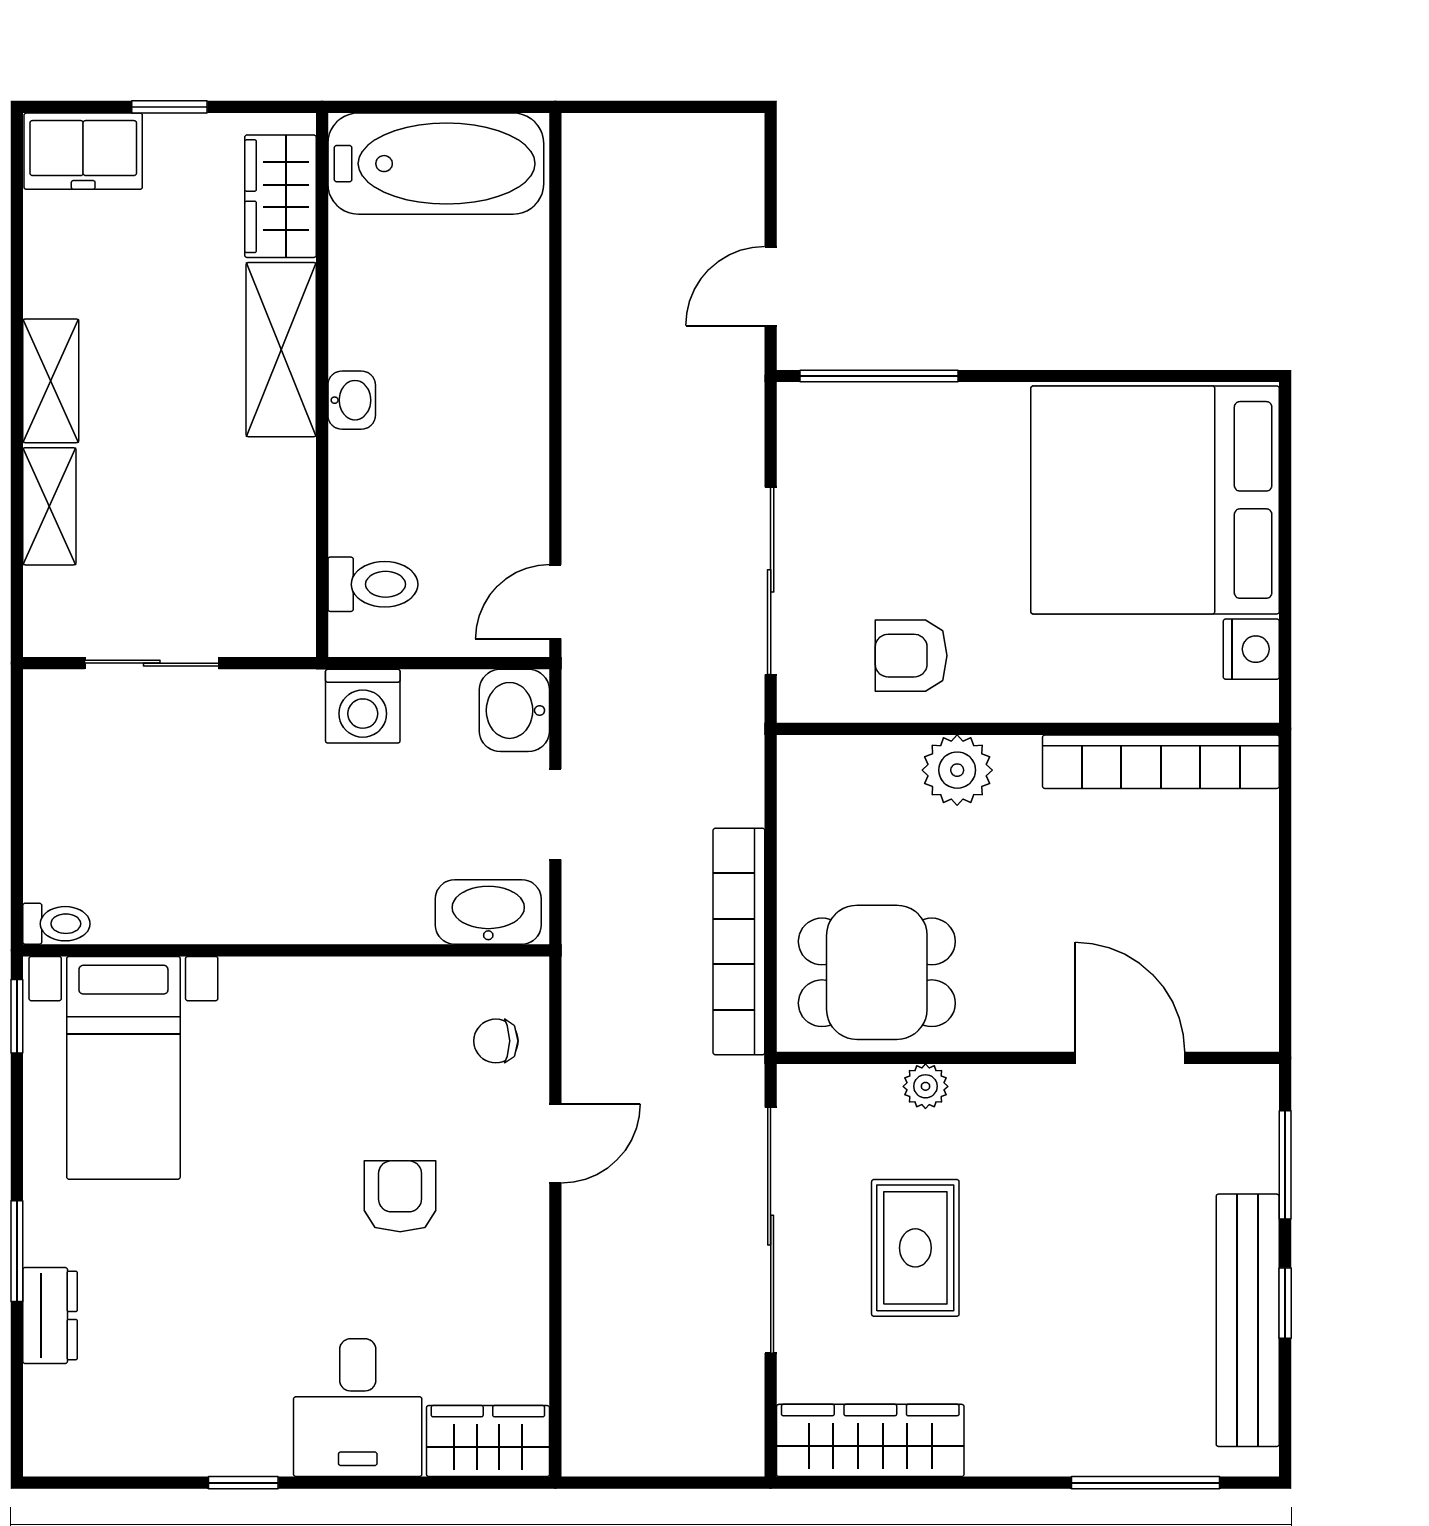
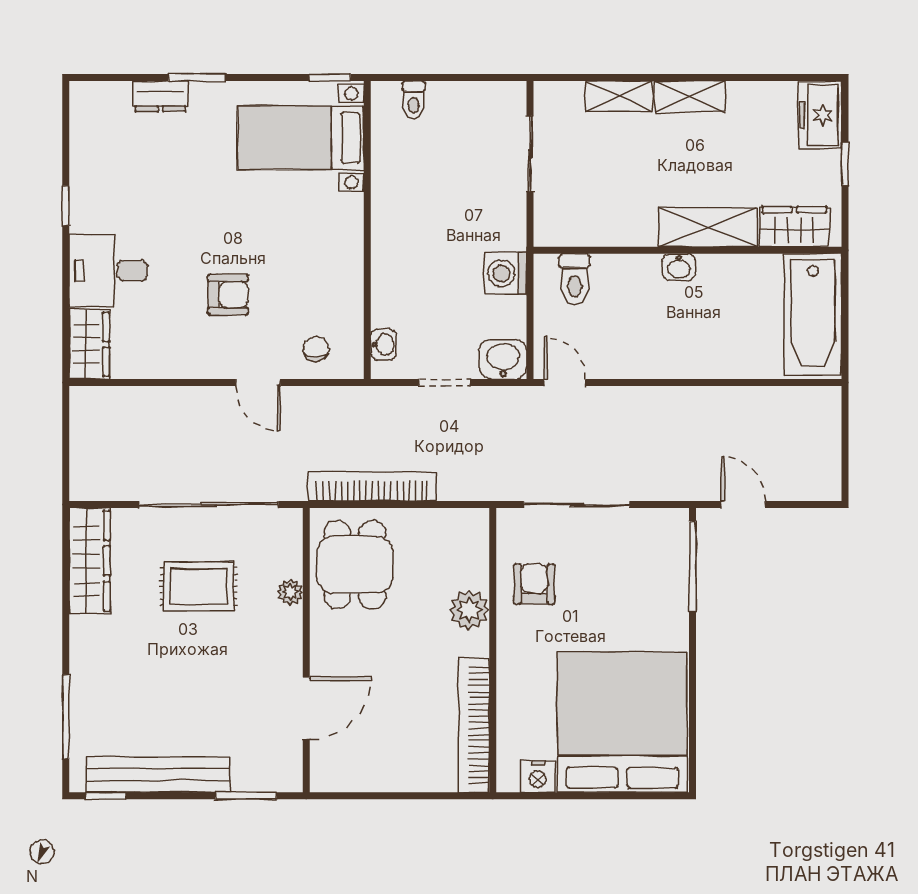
washbasin: (488, 912) -> (383, 344), width x0.52, depth x0.69
toilet: (56, 924) -> (414, 100), moved
window: (1285, 1303) -> (106, 796), moved

